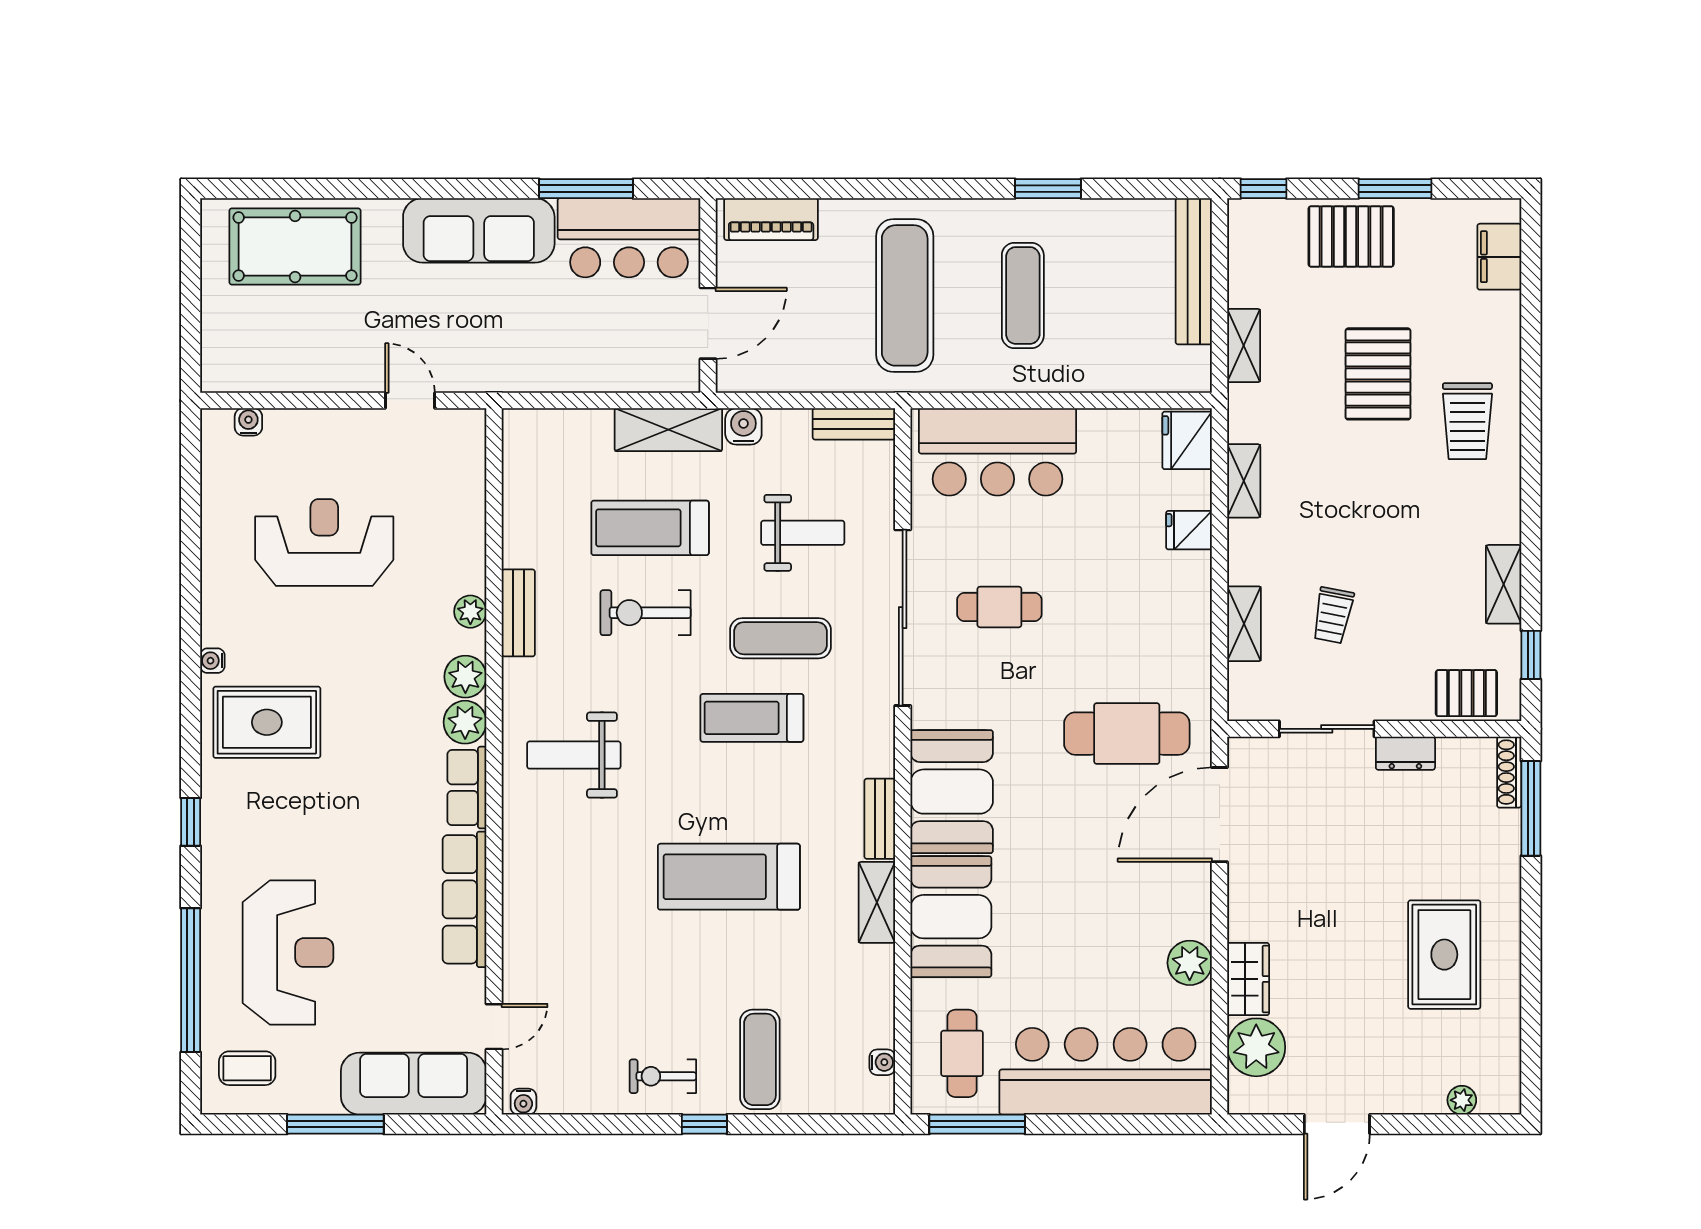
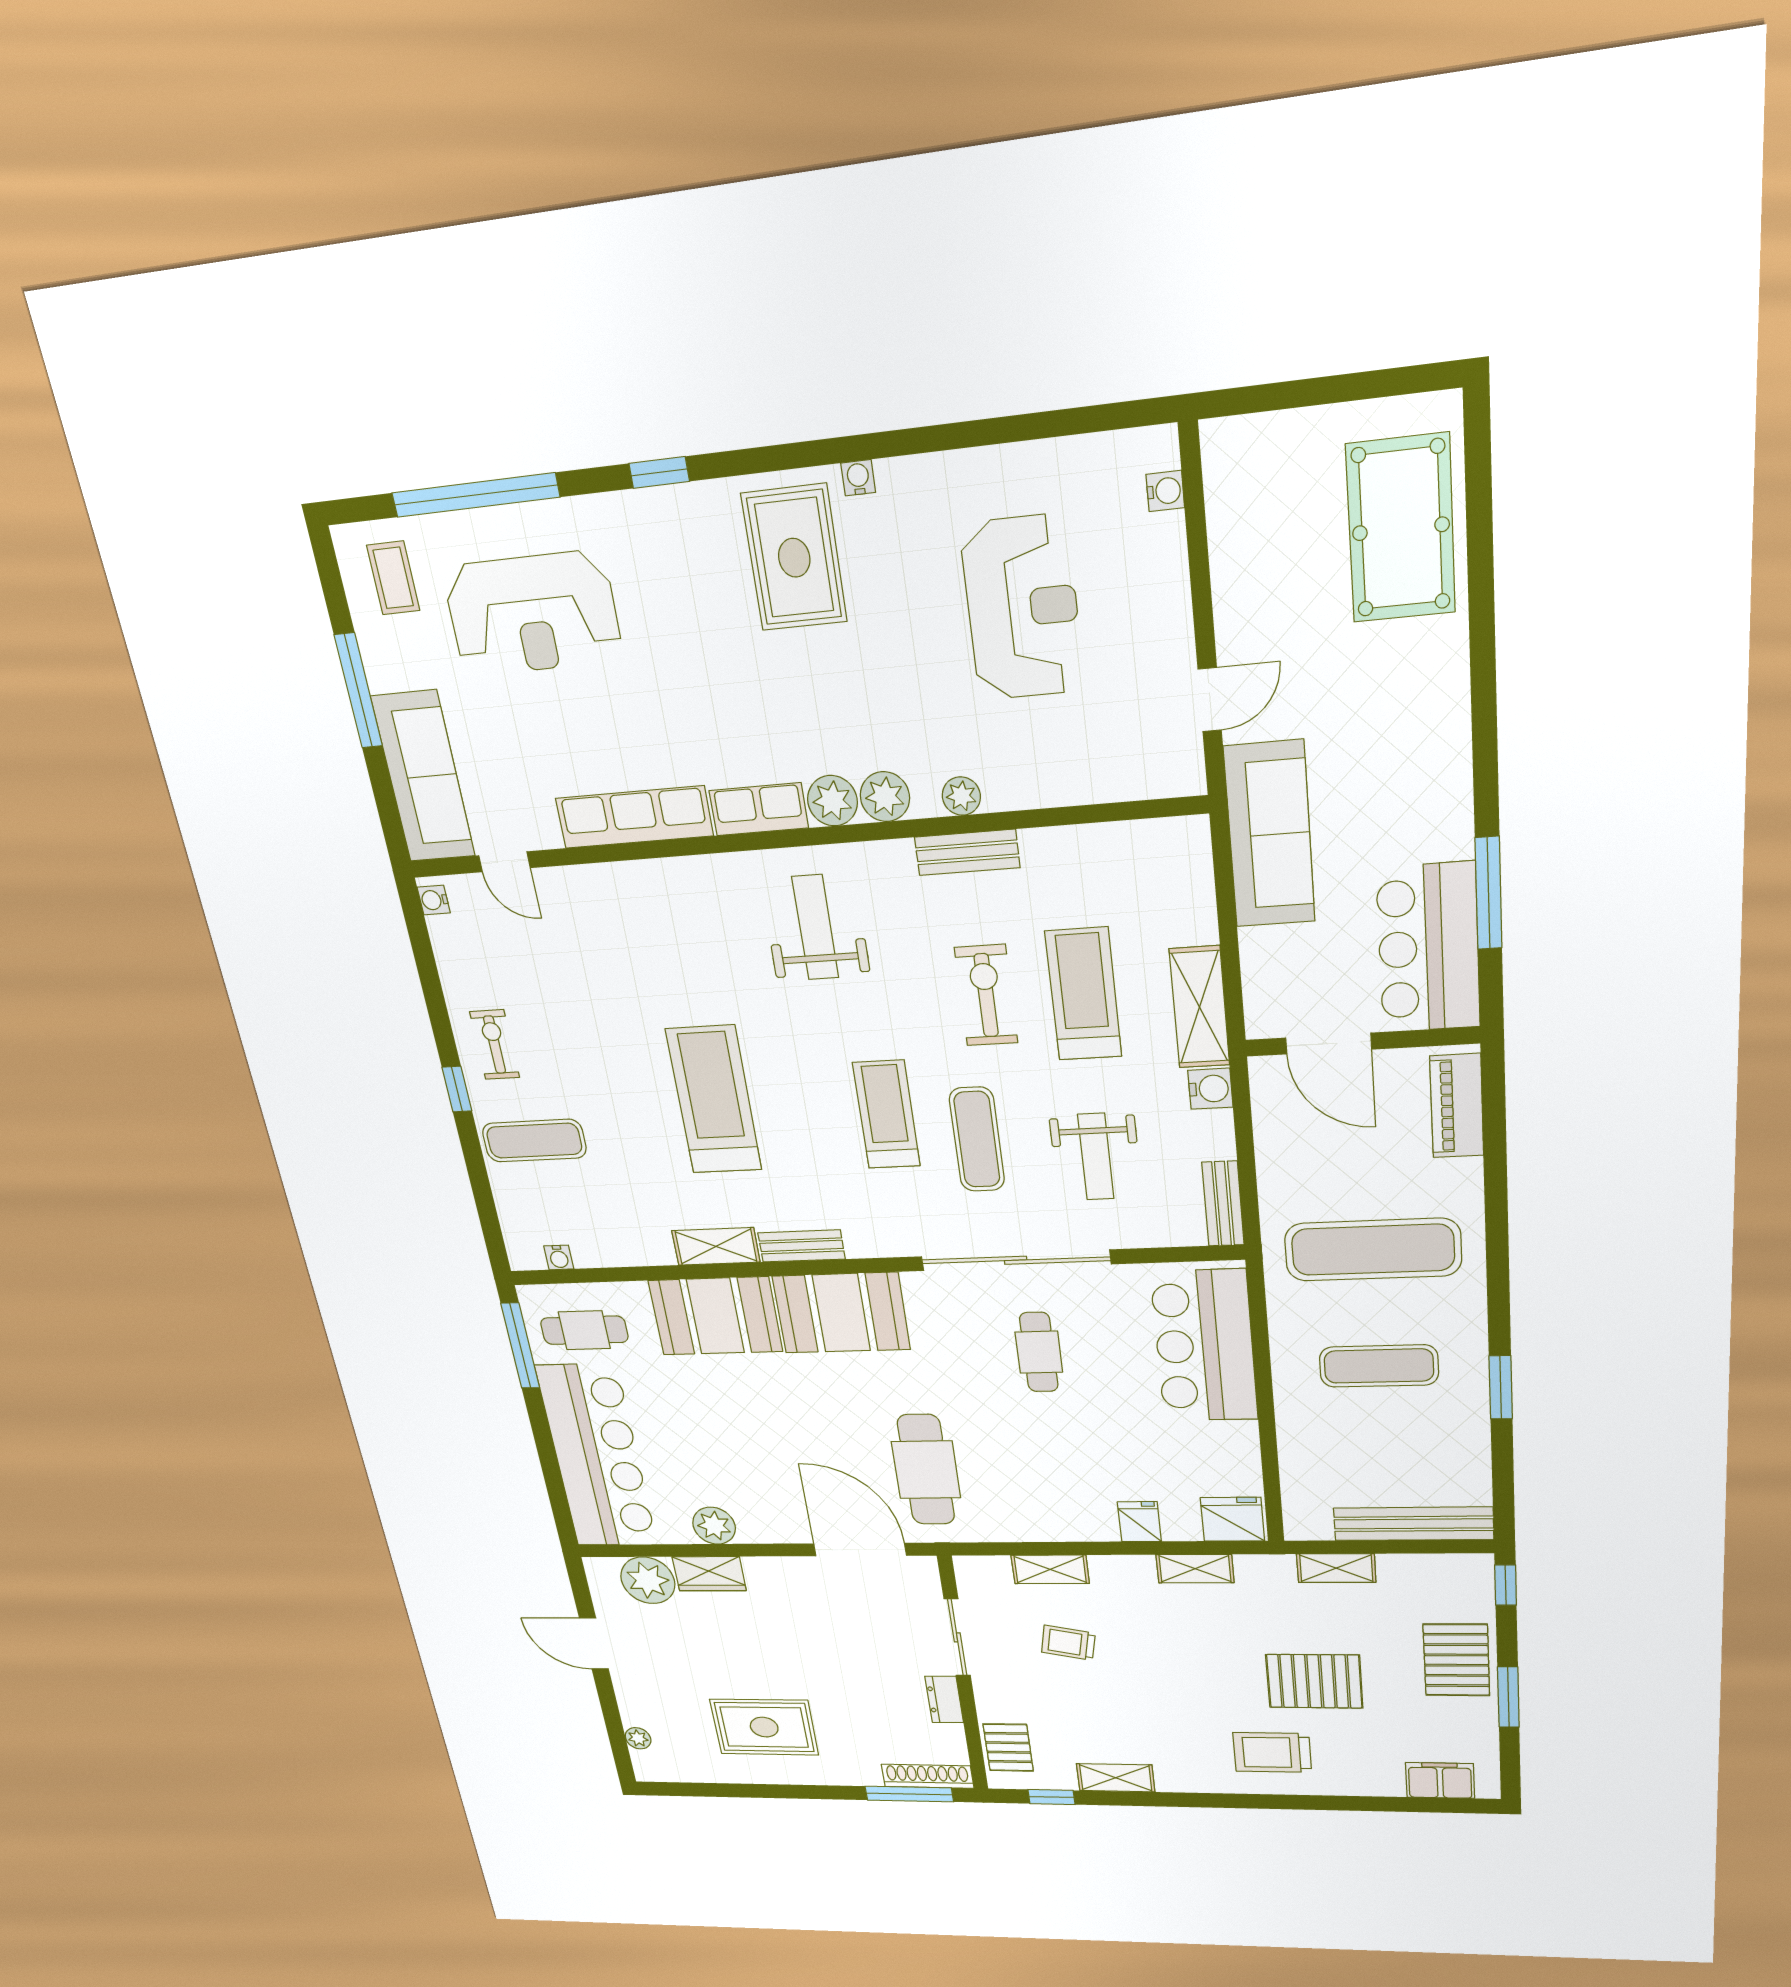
sofa: (479, 230) -> (1270, 835), moved, turned 180
shoe rack: (1509, 772) -> (928, 1776), width x1.36, depth x1.24

